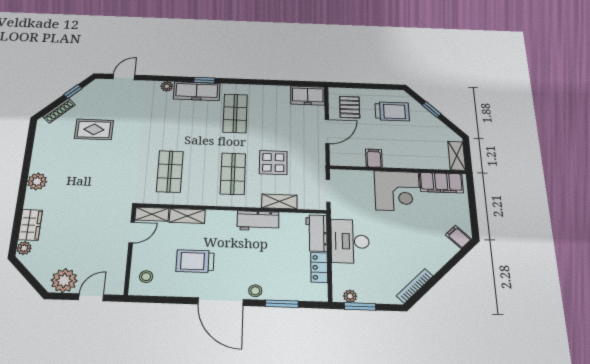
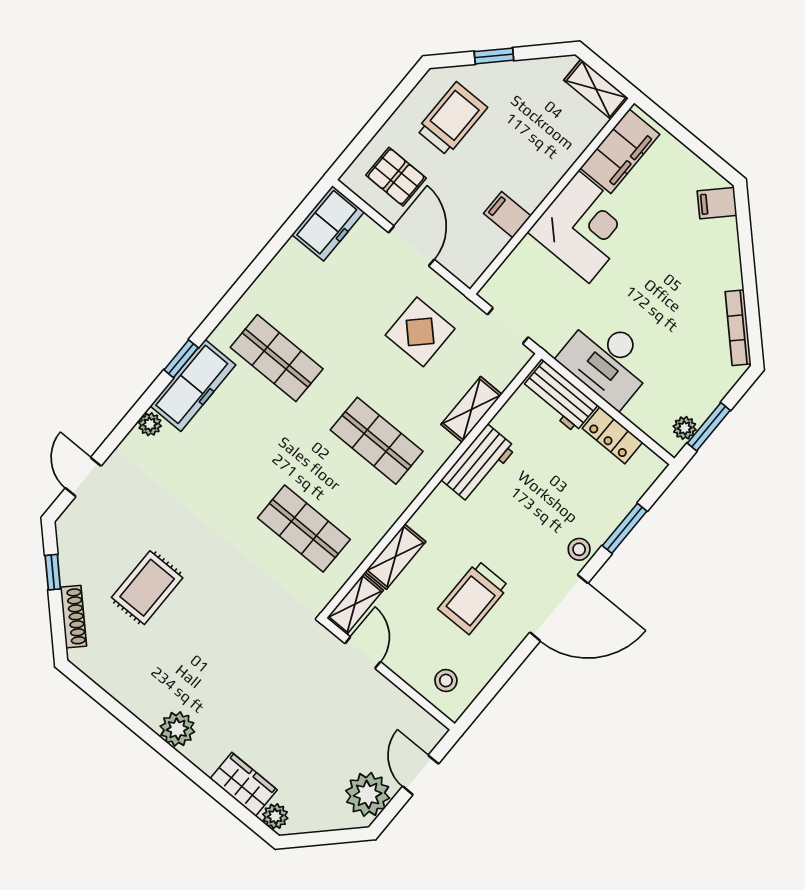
display table: (273, 163) -> (420, 332), moved

